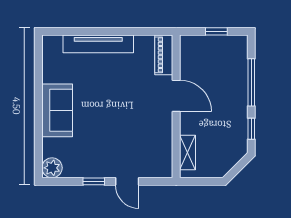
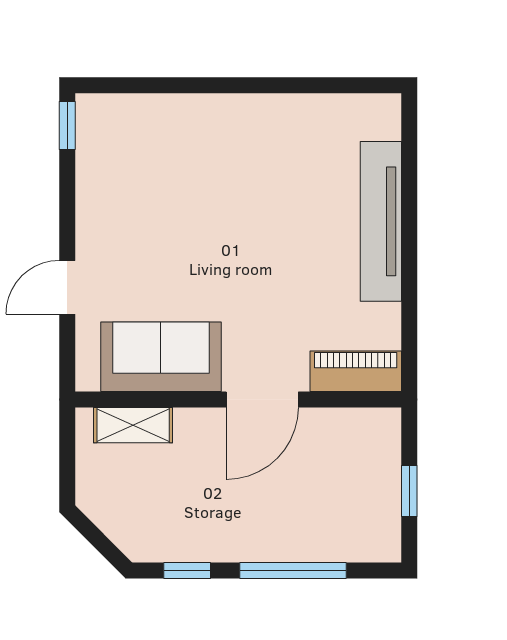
sofa: (57, 110) -> (161, 357), moved, turned 180
plant: (52, 168) -> (98, 116), removed
window: (94, 181) -> (67, 126), moved

